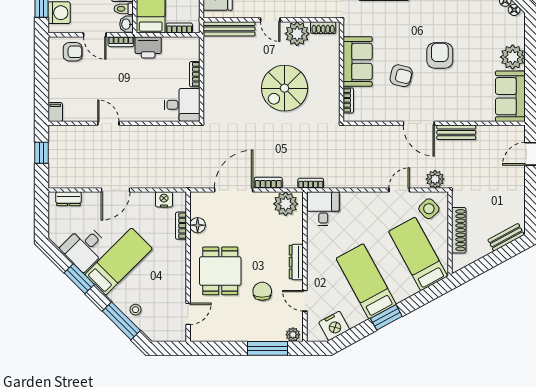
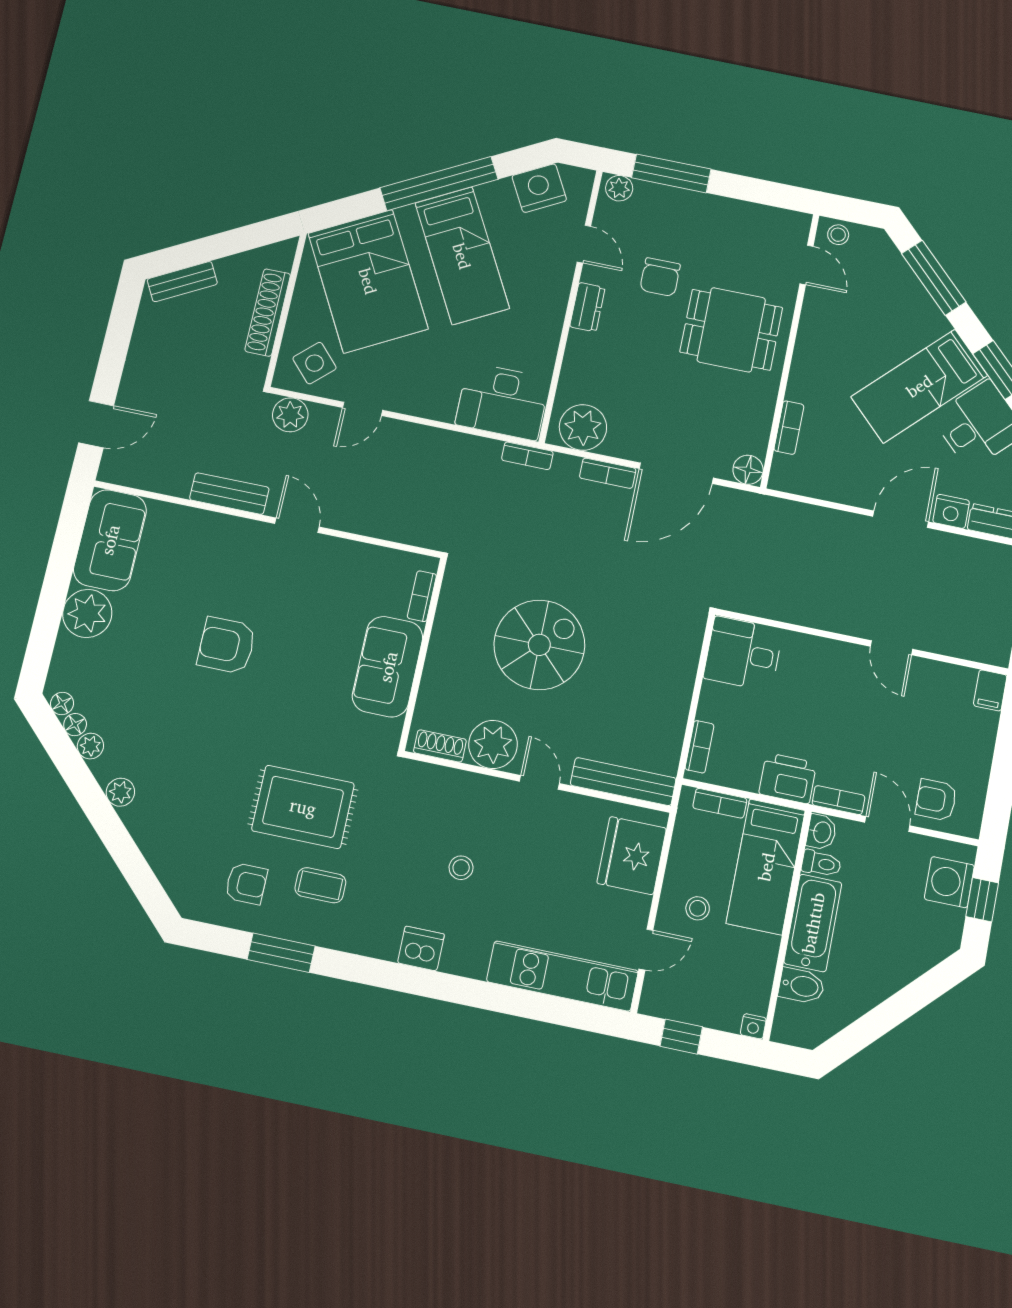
armchair: (440, 55) -> (227, 645), turned 90
bookcase: (195, 74) -> (700, 747), moved
armchair: (401, 76) -> (310, 622), removed
door: (419, 123) -> (297, 525), width x0.73
nightstand: (164, 199) -> (951, 511), moved
desk: (323, 209) -> (503, 401), width x1.37
floor lamp: (198, 225) -> (748, 470), moved
bed: (418, 254) -> (368, 281), width x1.50
dresser: (296, 262) -> (587, 307), width x0.70
dining table: (220, 271) -> (731, 330), turned 90
stool: (135, 310) -> (838, 235), moved
door: (188, 314) -> (807, 265), swing flipped
window: (386, 317) -> (439, 184), width x2.11

